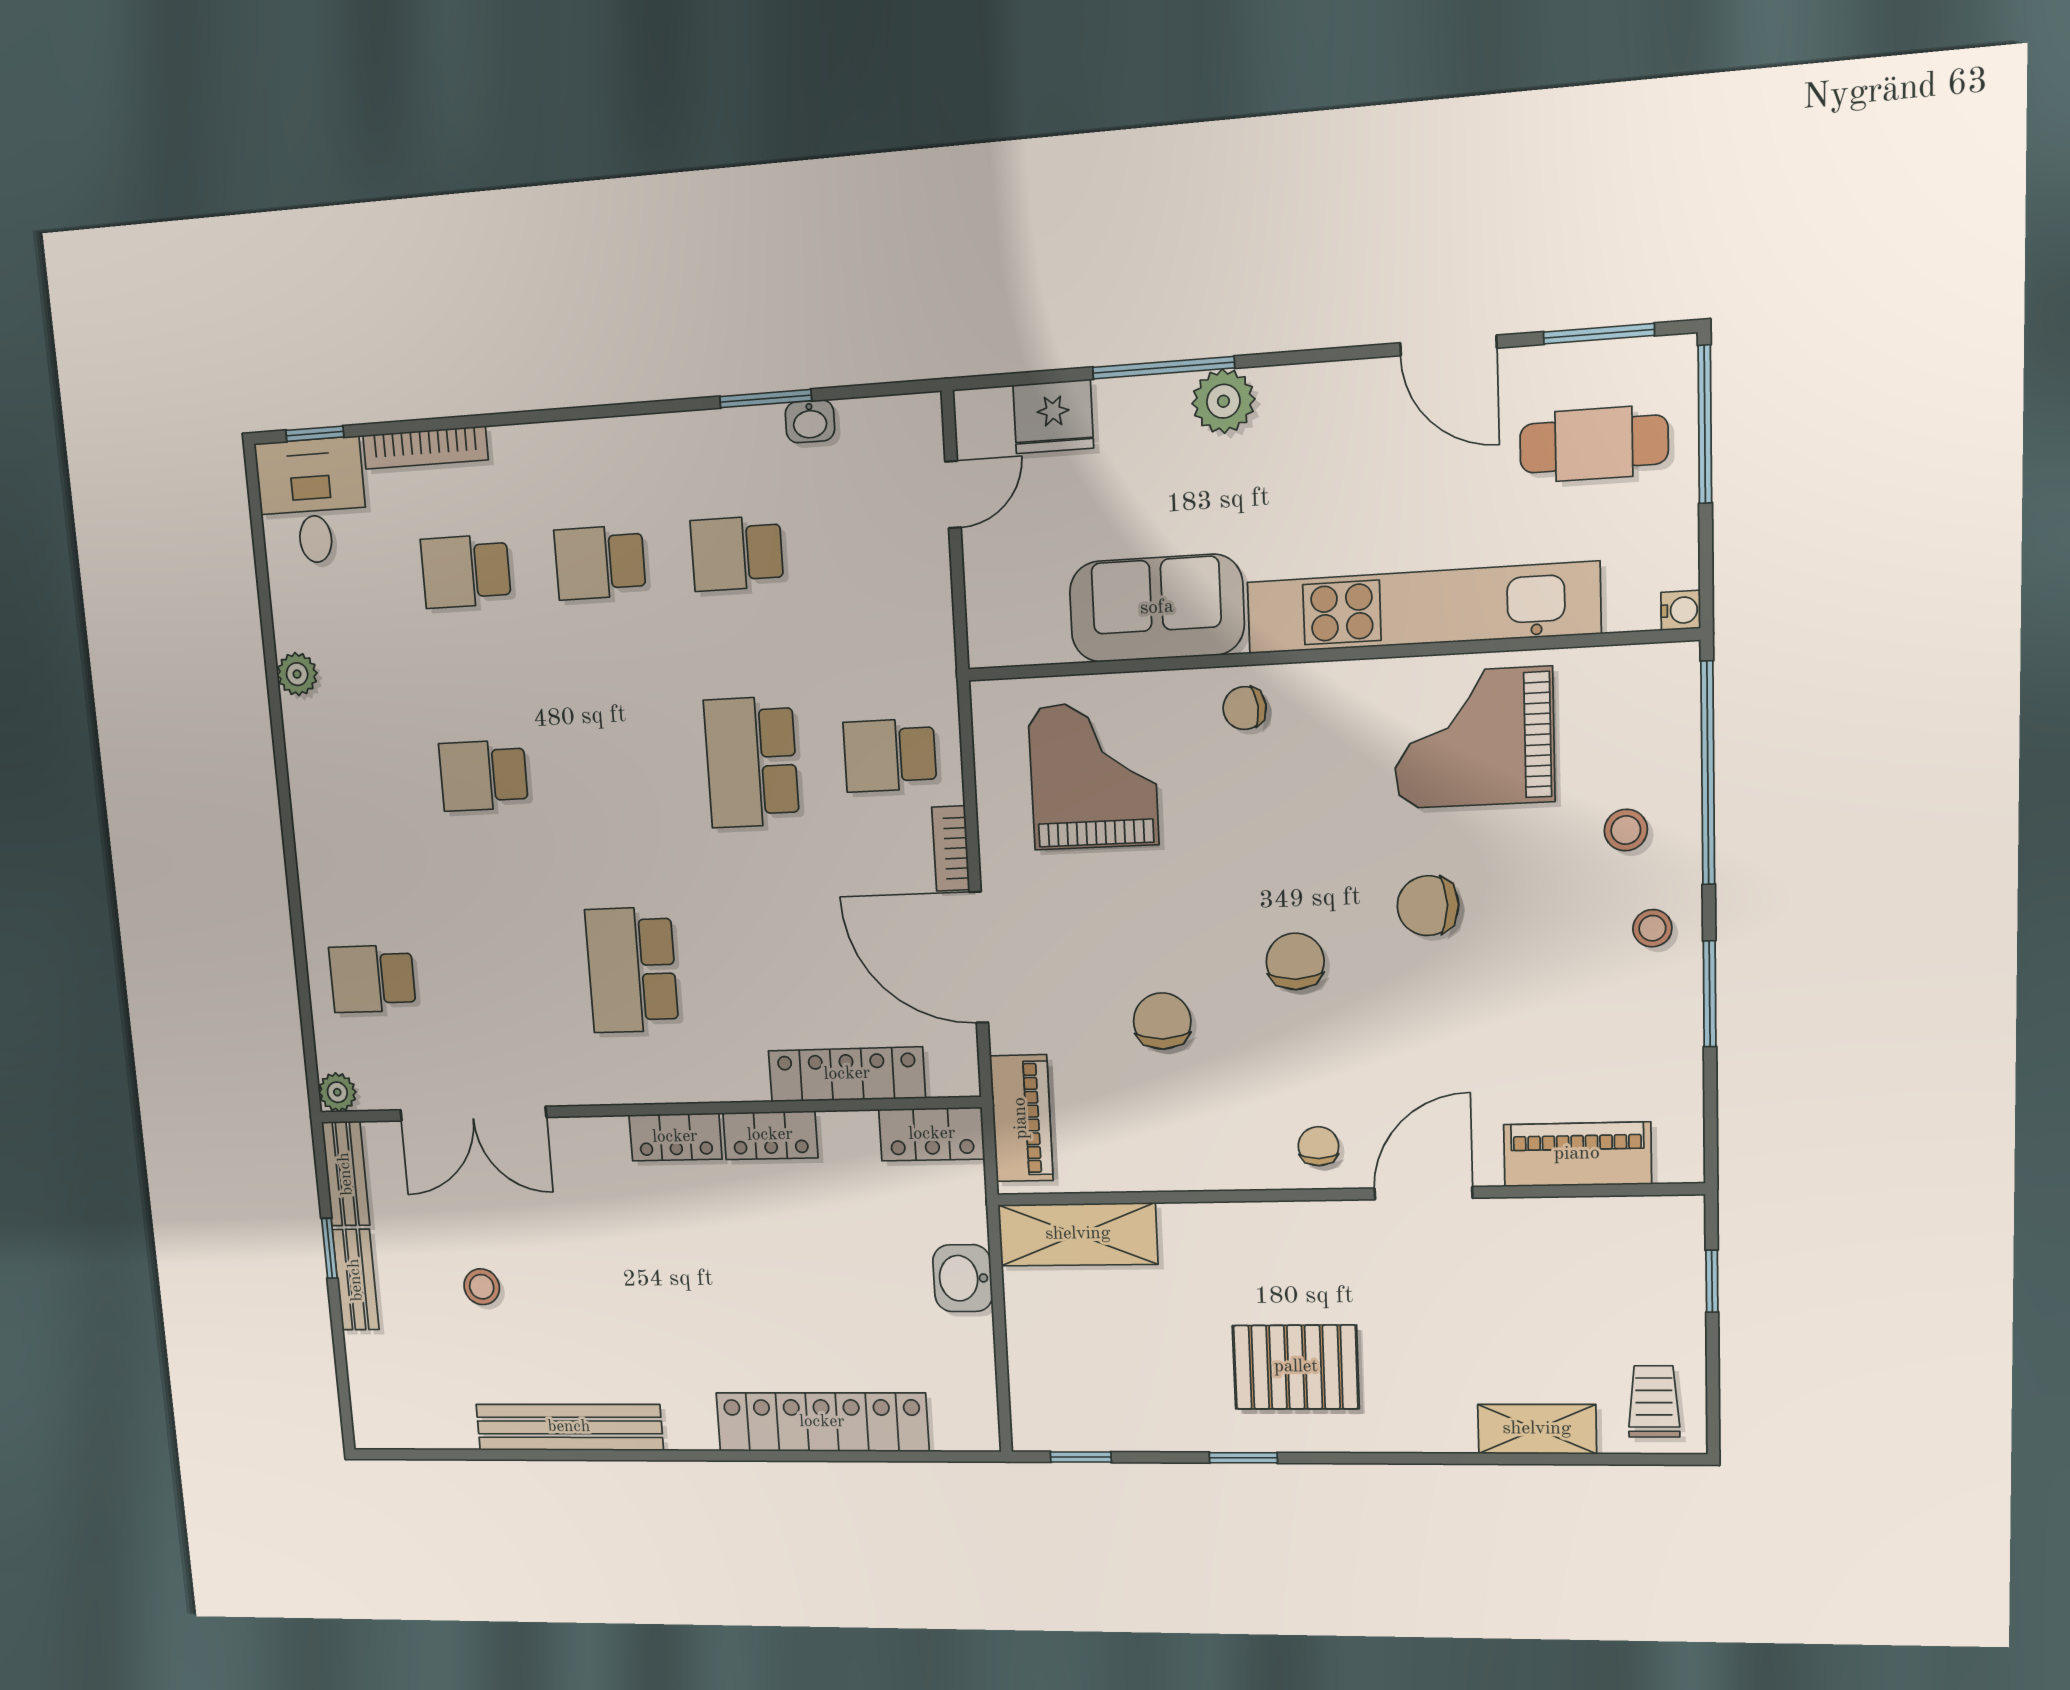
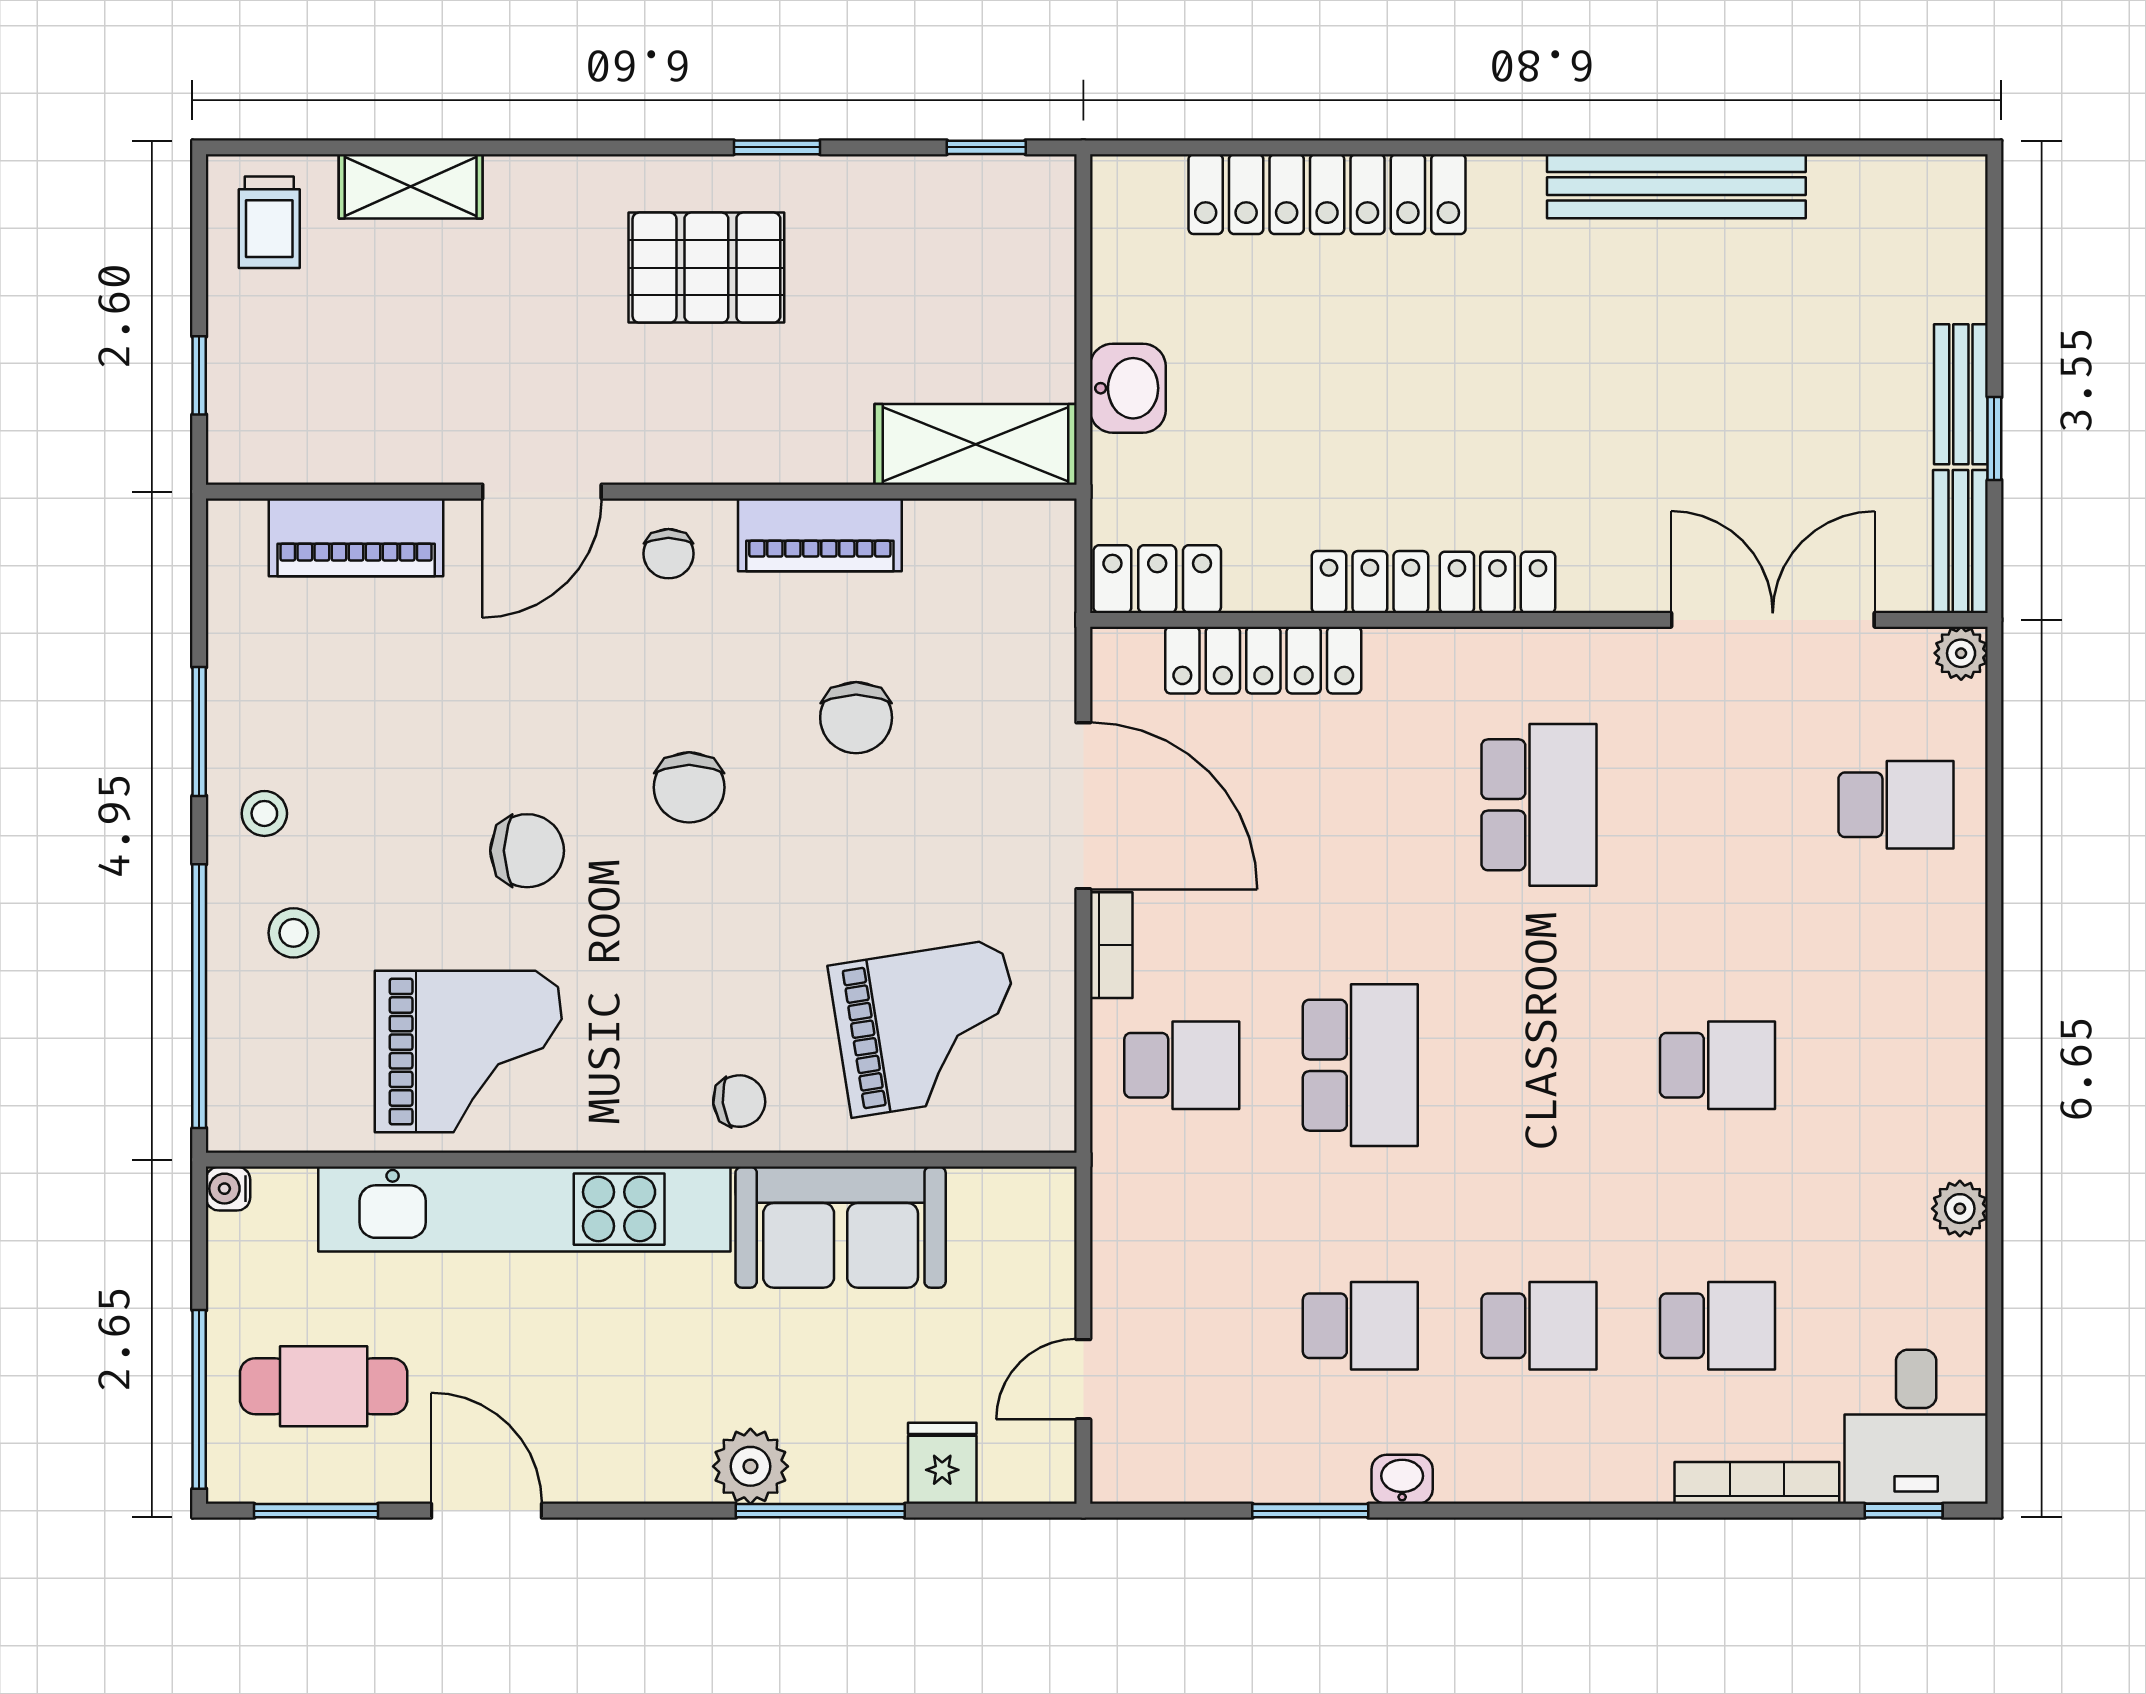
fridge: (1053, 417) -> (942, 1463), width x0.72
washbasin: (810, 421) -> (1402, 1479), moved
grand piano: (1093, 775) -> (928, 1028), turned -99
piano: (1021, 1118) -> (820, 535), moved, turned -90
stool: (482, 1287) -> (1782, 383), removed

